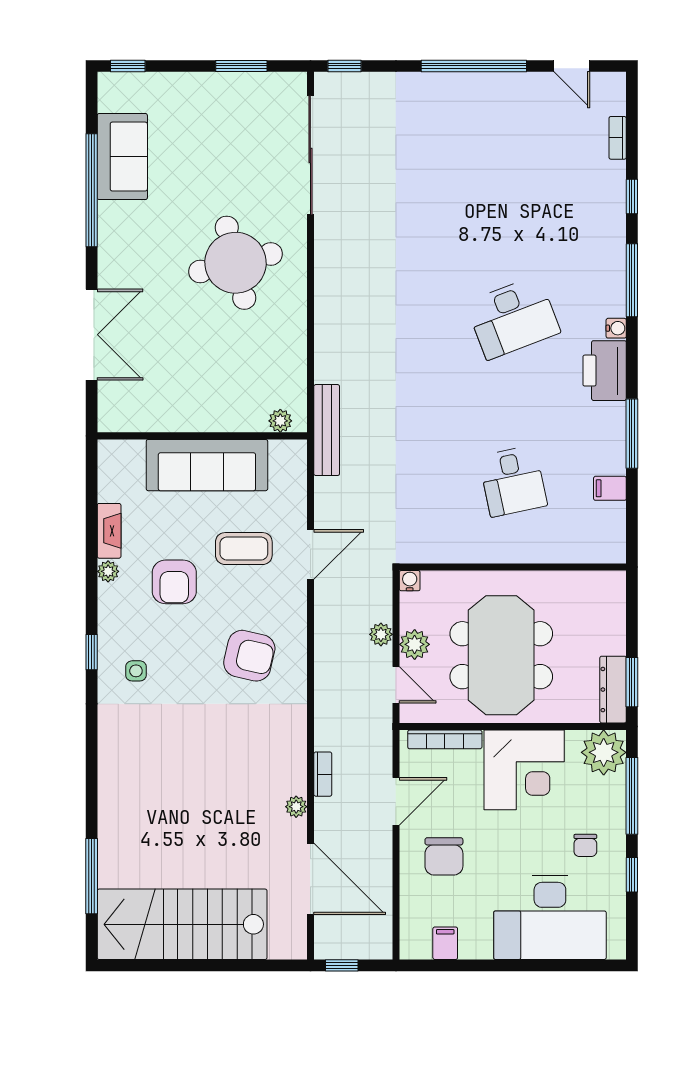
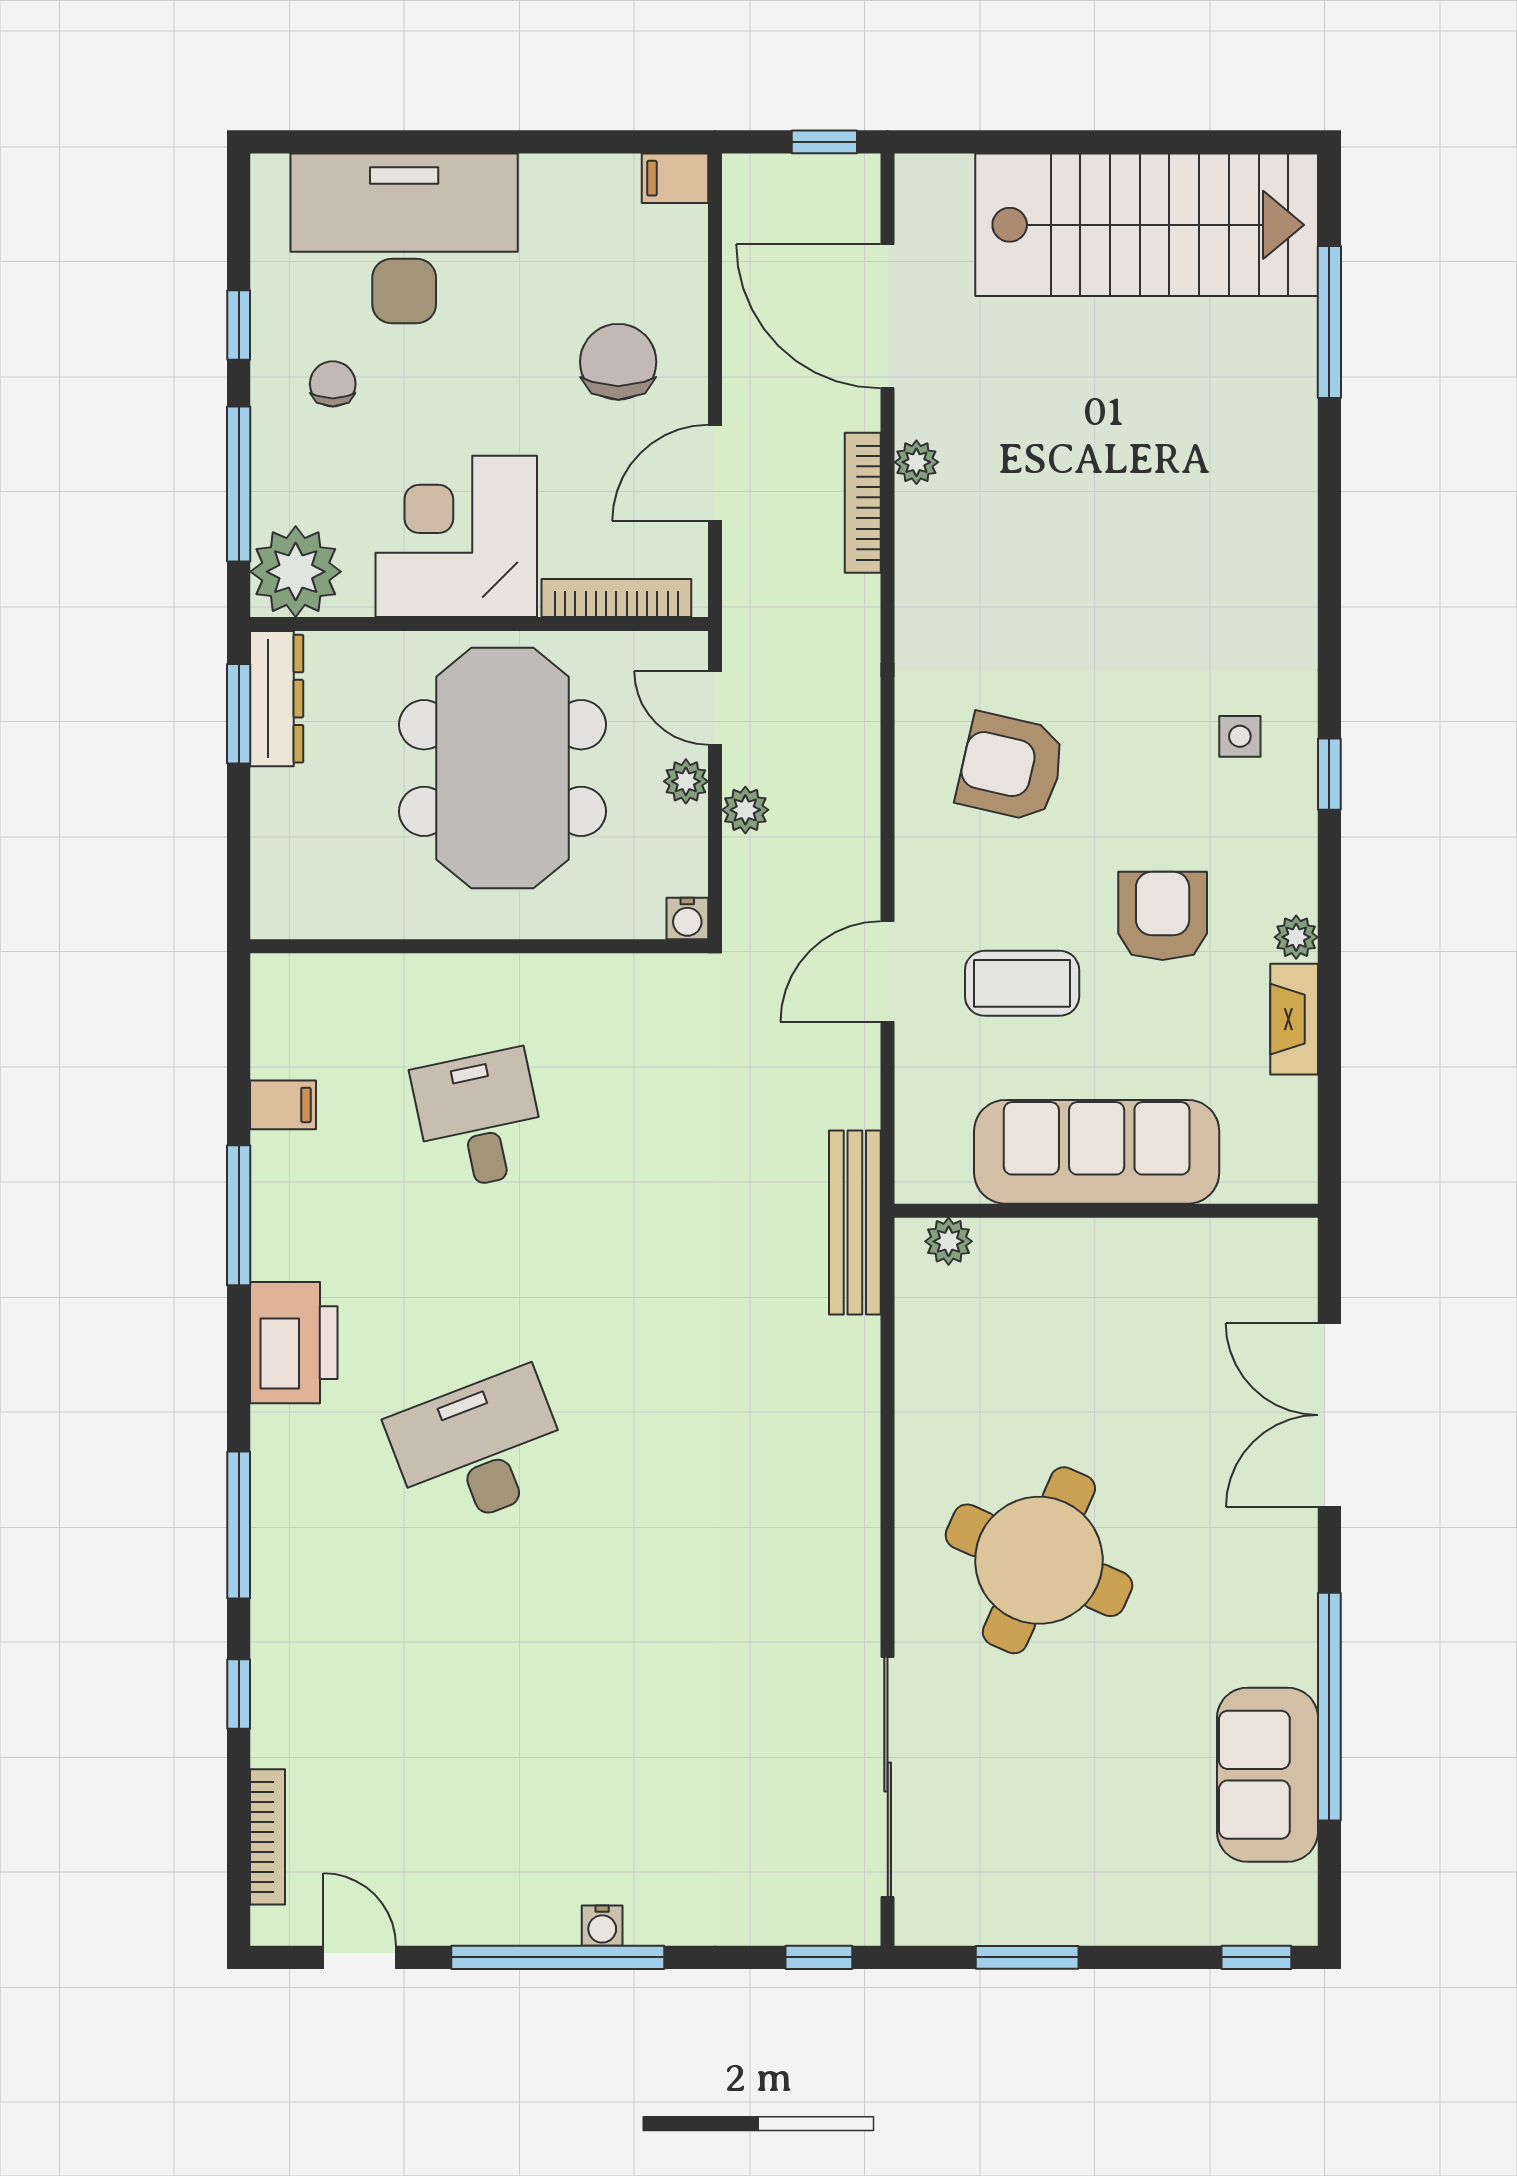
bookcase: (618, 138) -> (267, 1837), width x1.56
round table: (236, 263) -> (1039, 1560), turned 38
water cooler: (616, 328) -> (602, 1926), moved, turned -90
plant: (415, 644) -> (686, 781), width x0.73, depth x0.73
bookcase: (323, 774) -> (863, 503), width x1.56
filing cabinet: (445, 943) -> (675, 178), moved, turned 90

